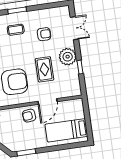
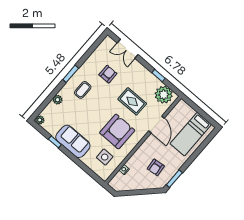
double door: (74, 28) -> (128, 49), swing flipped
plant: (68, 57) -> (164, 95), moved
armchair: (29, 116) -> (156, 167), moved

